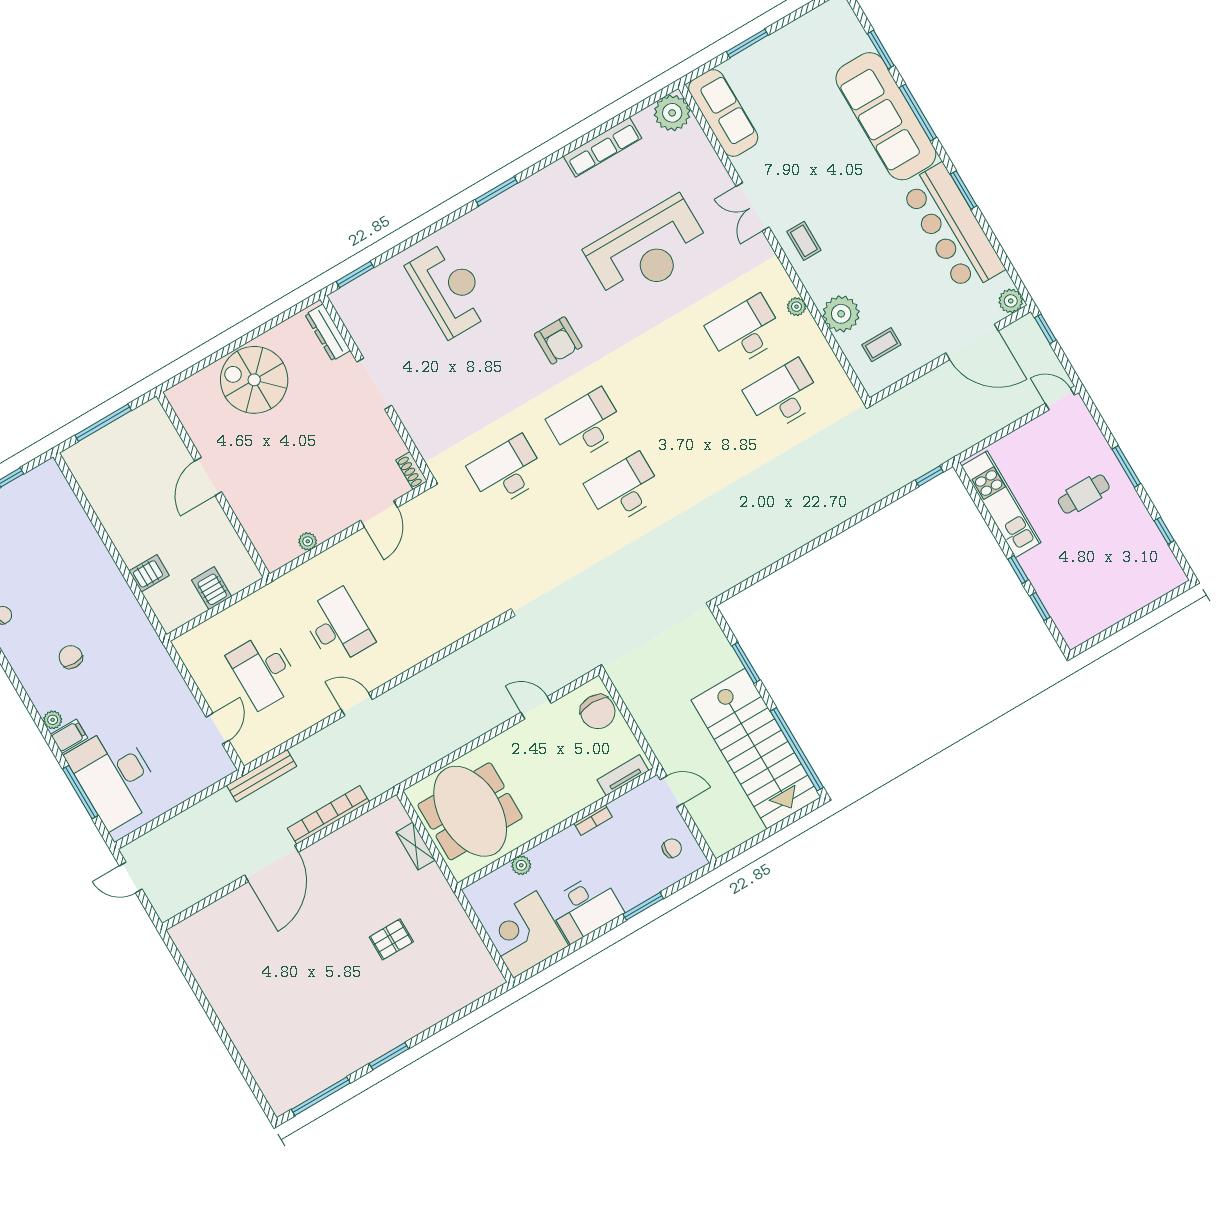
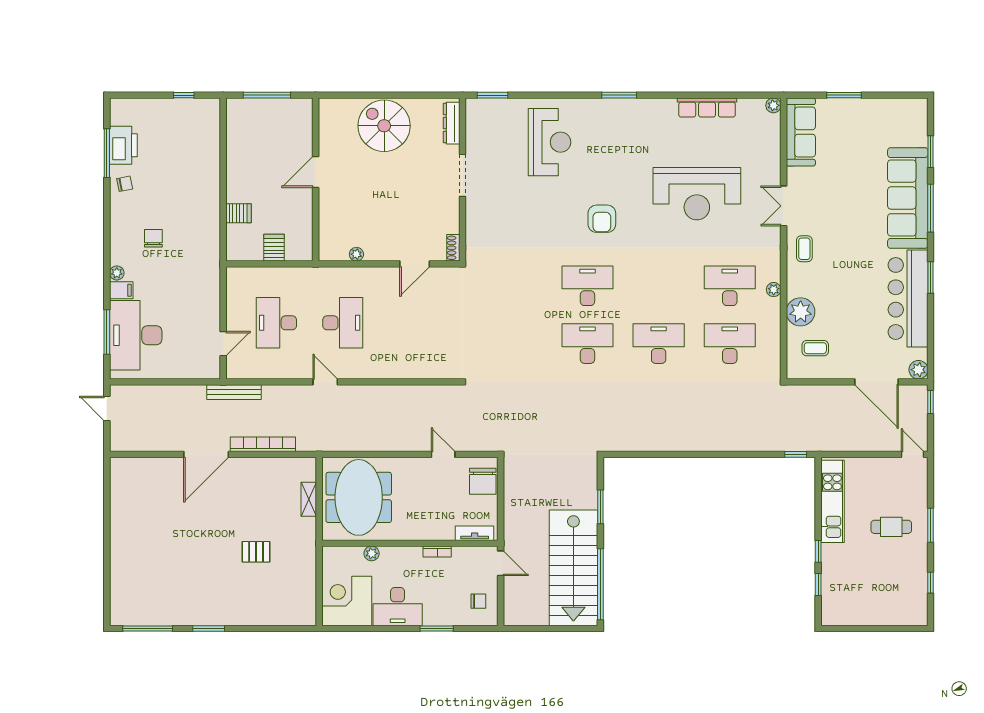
plant: (672, 113) -> (773, 105), width x0.53, depth x0.53
desk: (507, 472) -> (659, 344), moved

